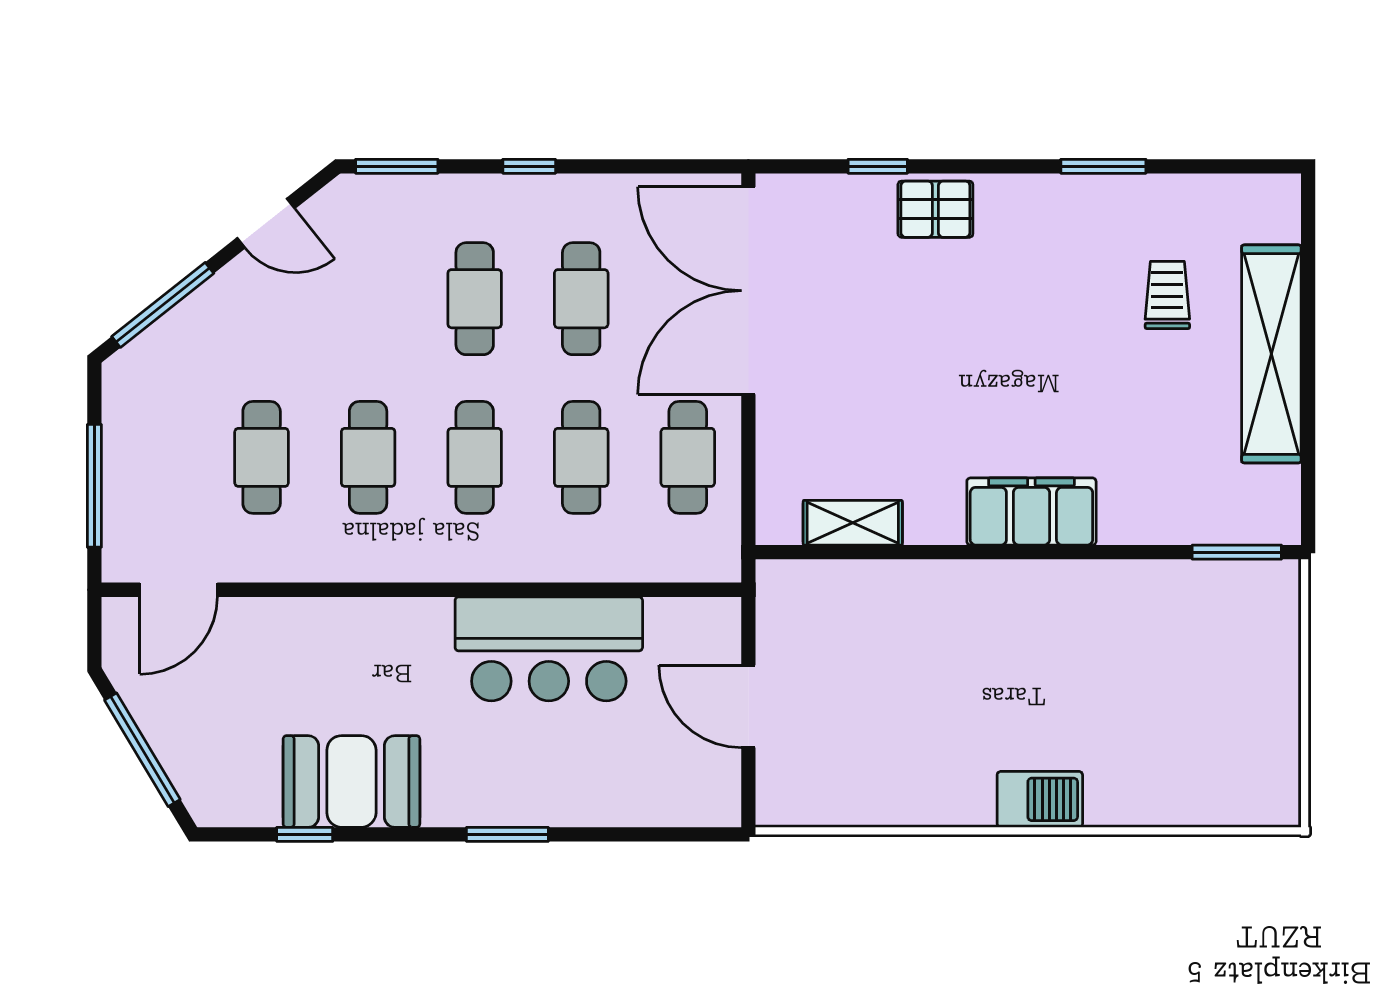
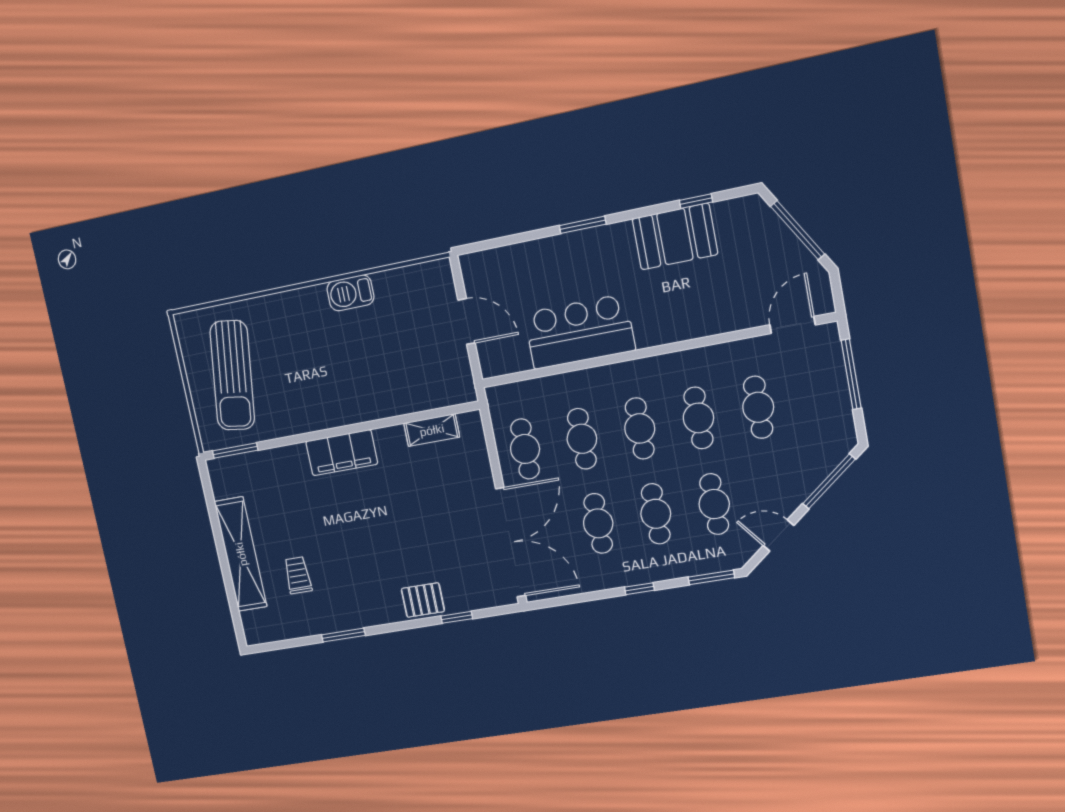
trolley: (1167, 295) -> (298, 575), turned 180
cafe table: (368, 299) -> (714, 504), added
sun lounger: (1210, 693) -> (232, 375), added
barbecue: (1040, 799) -> (350, 293), moved

